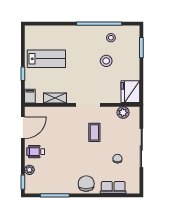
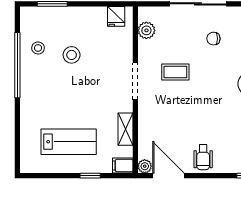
lab bench: (46, 59) -> (69, 142), turned 90
fridge: (130, 92) -> (116, 16), width x0.53, depth x0.75
plant: (29, 170) -> (145, 166), moved

